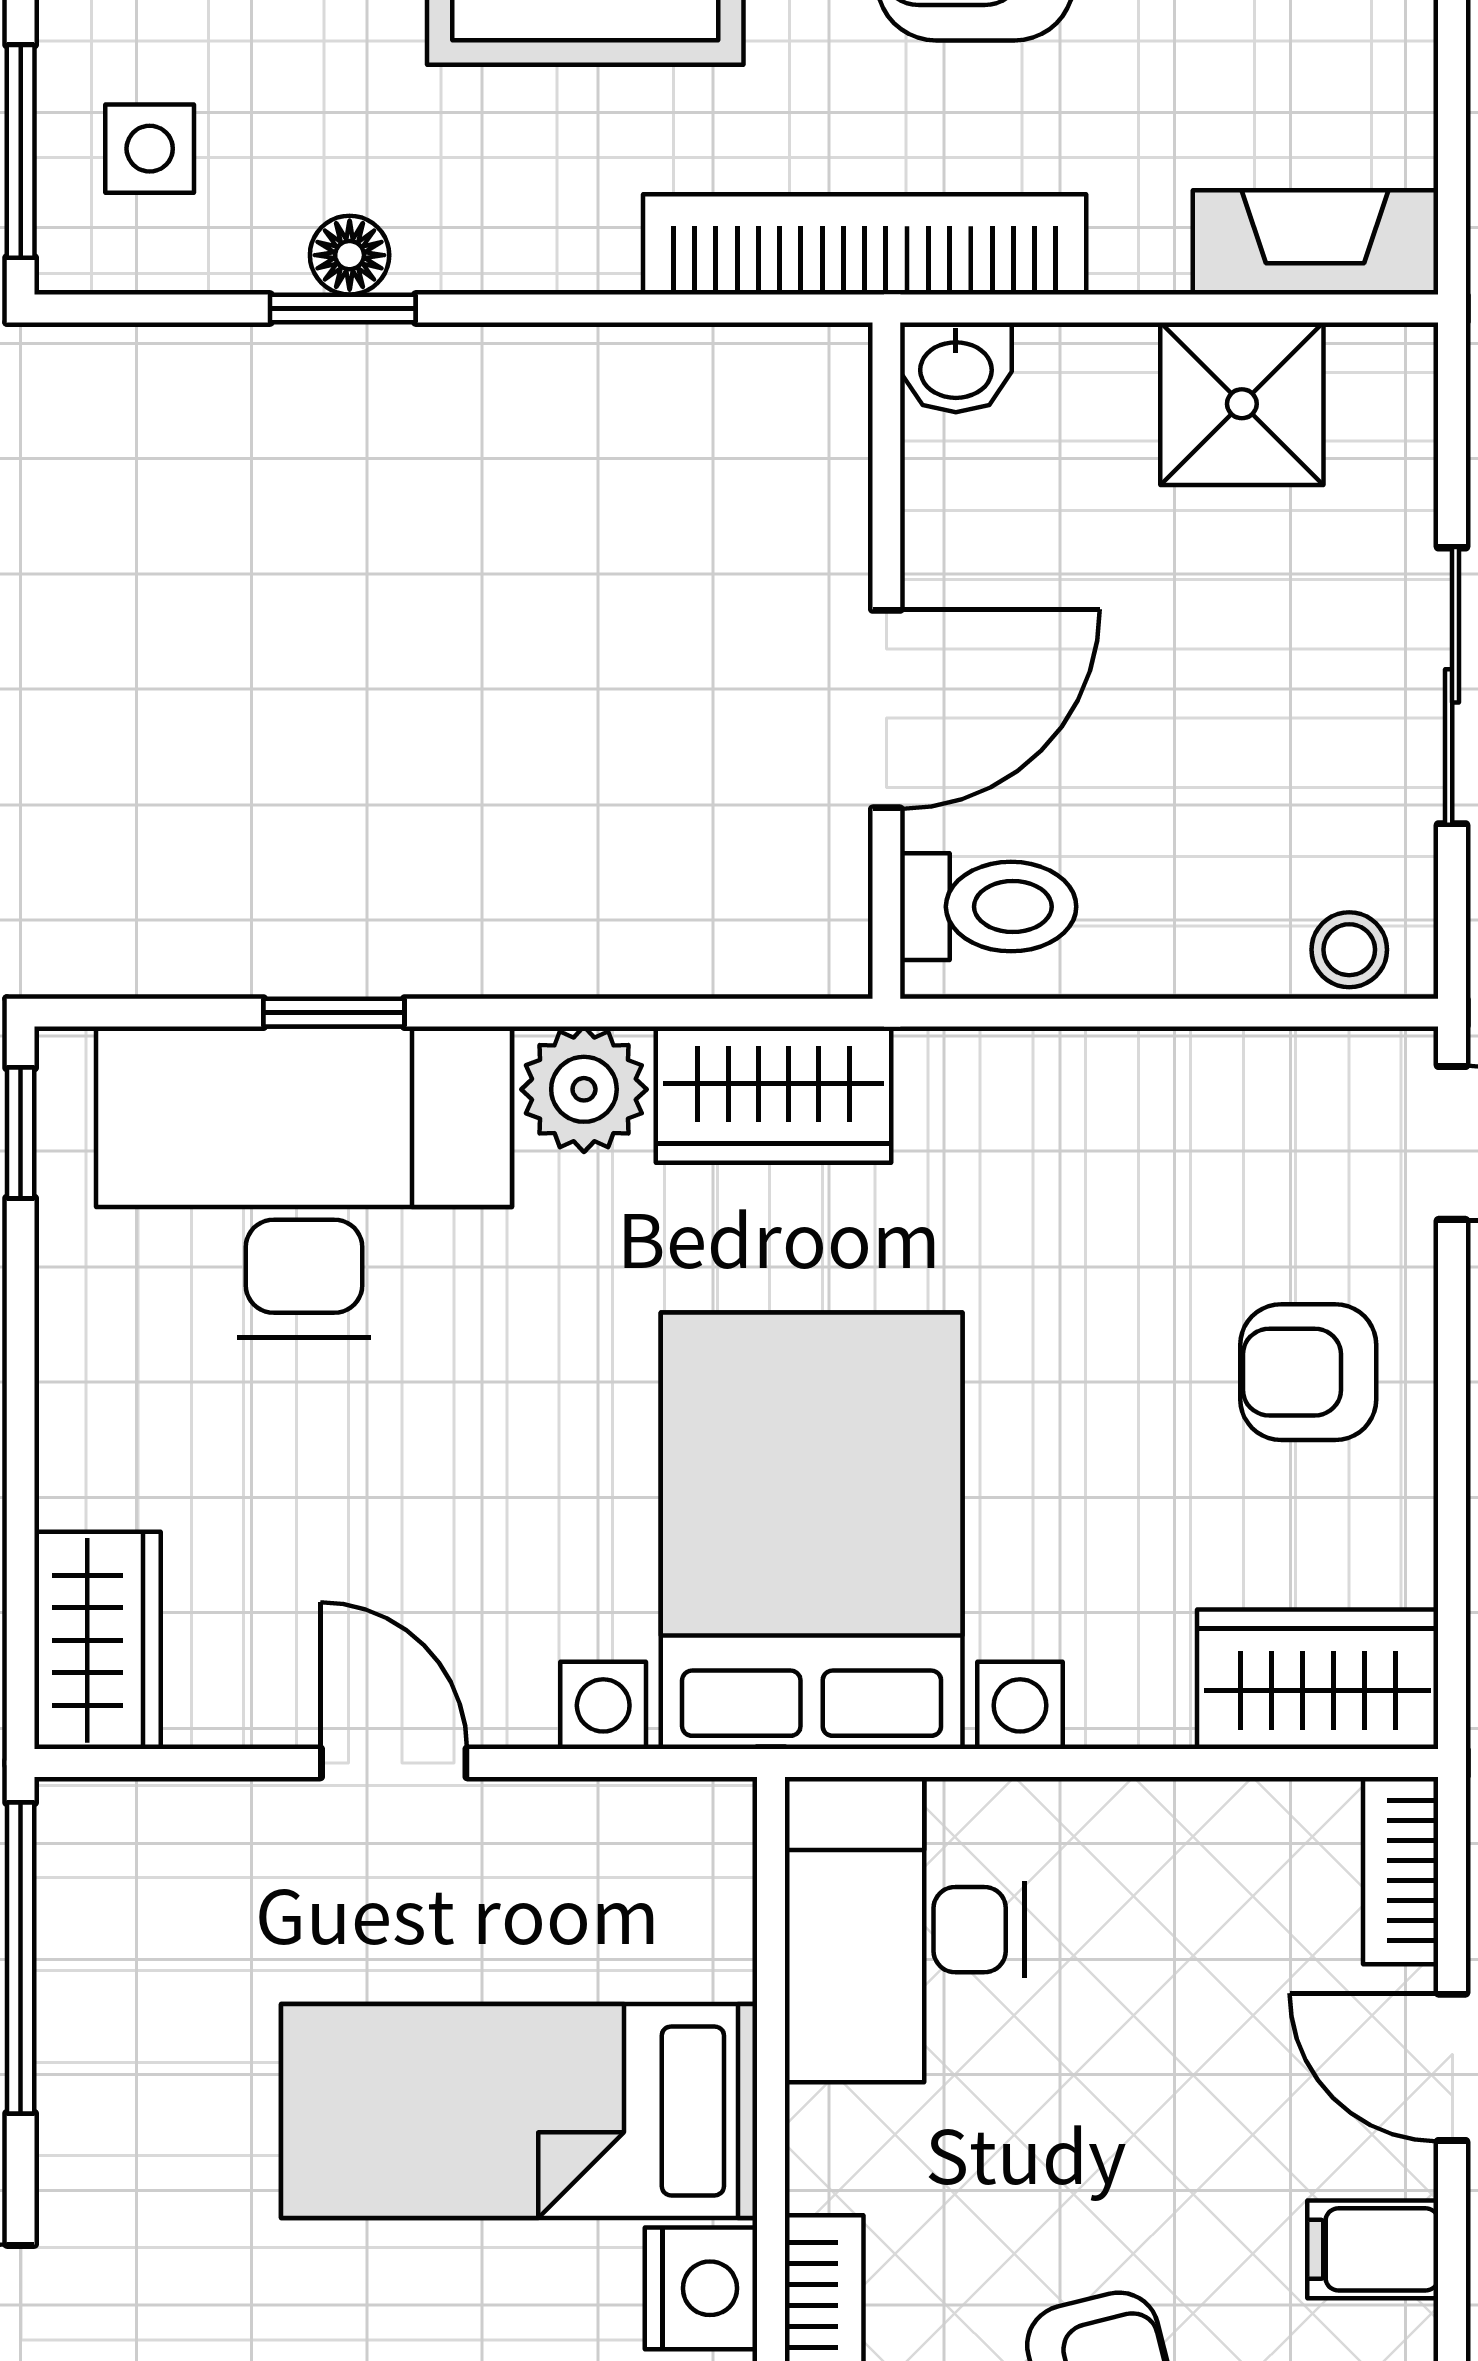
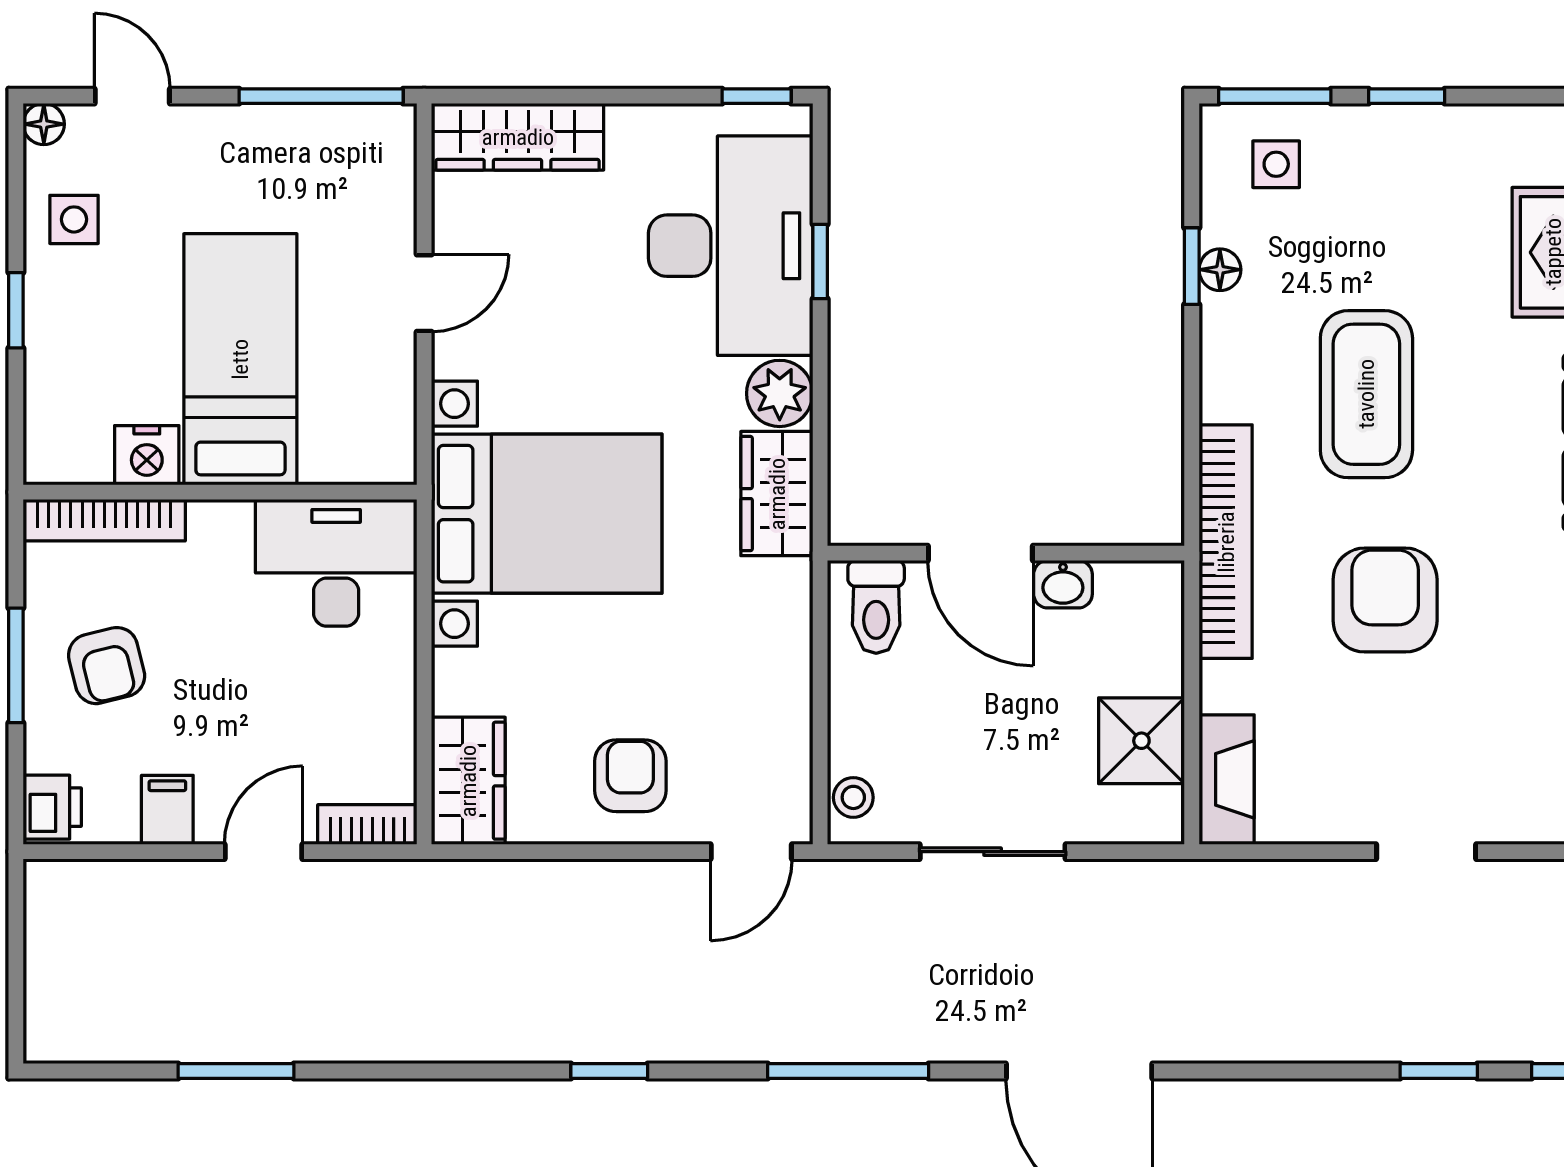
washbasin: (956, 367) -> (1063, 584), moved, turned -90
wardrobe: (98, 1640) -> (518, 137), width x1.50

